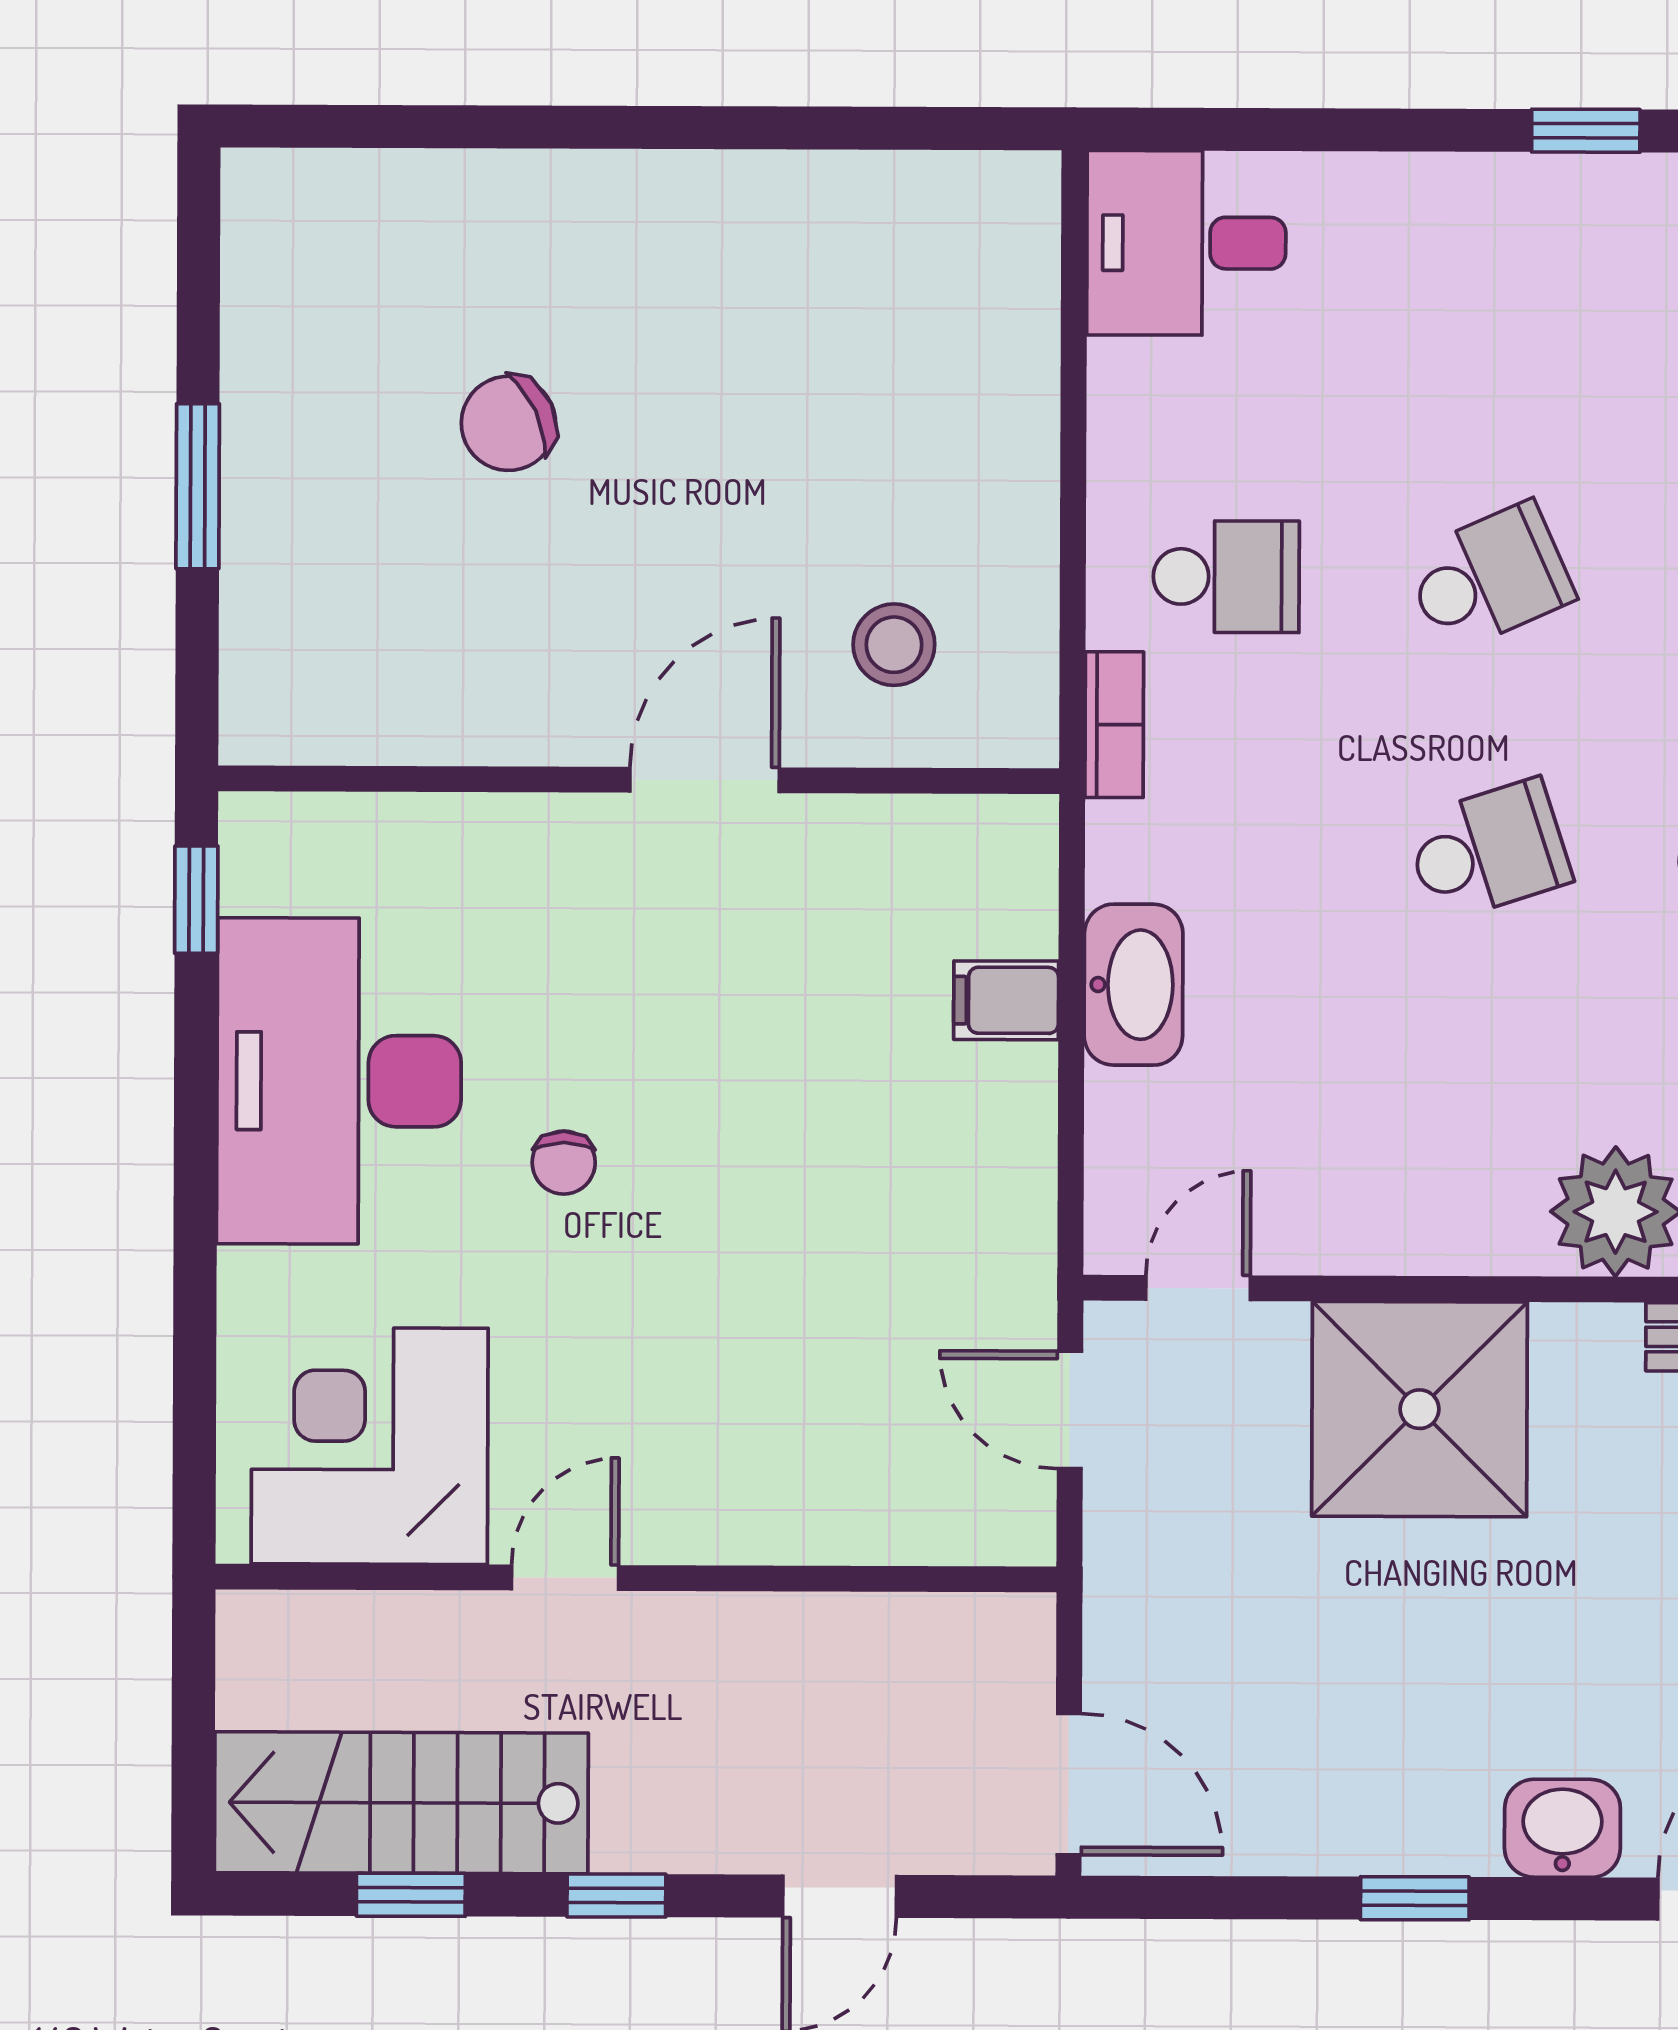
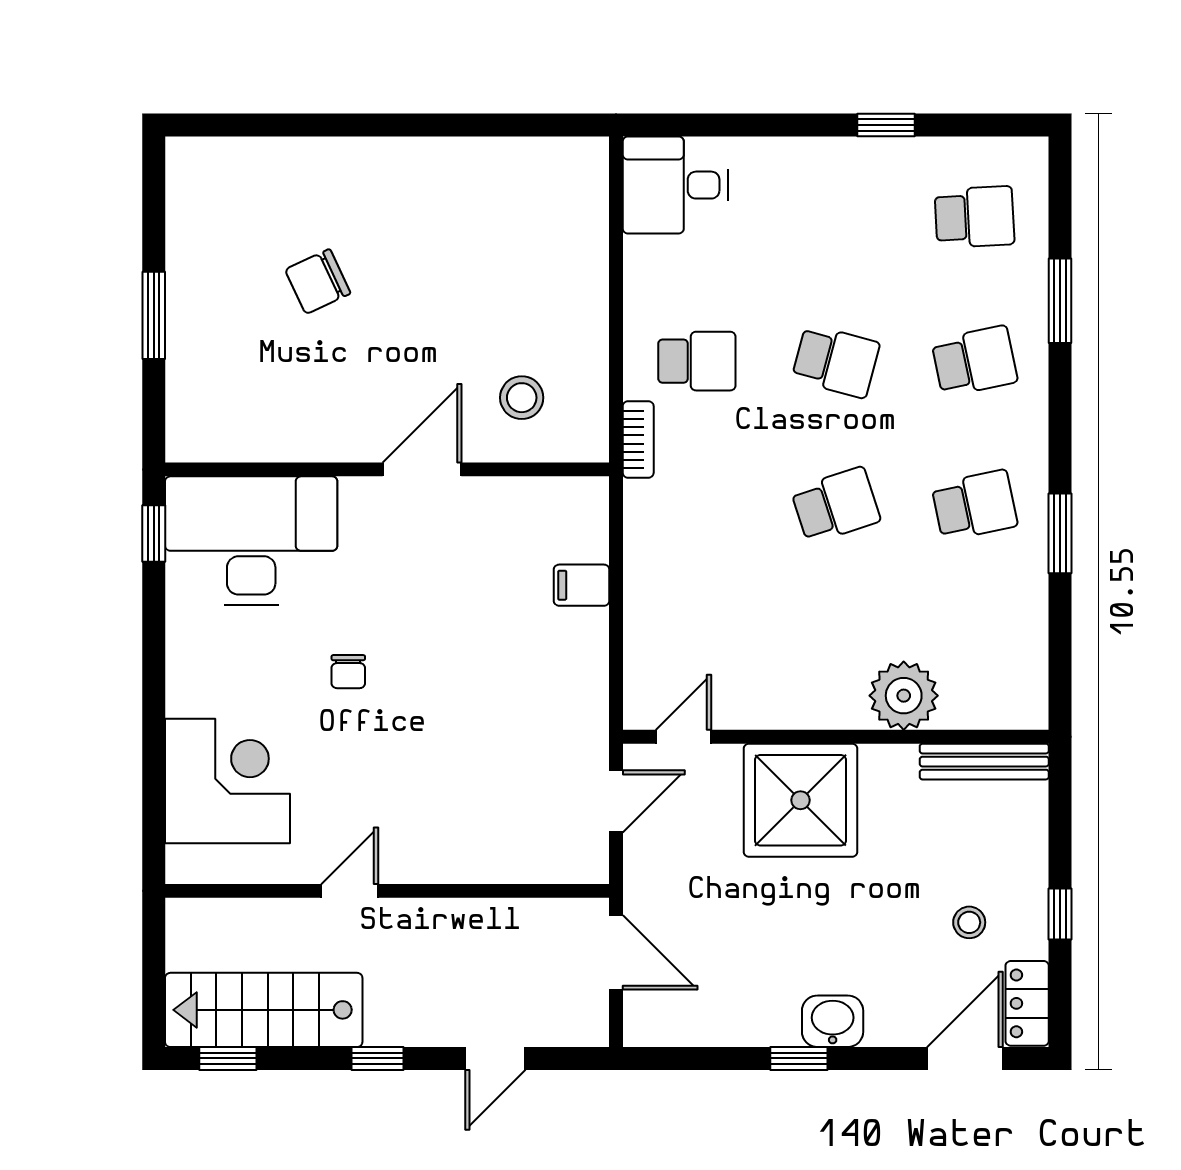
school desk: (1489, 578) -> (836, 361), turned 39
washbasin: (1134, 985) -> (649, 577), removed
desk: (339, 1081) -> (251, 541), moved, turned 90
door: (1070, 1410) -> (616, 801), swing flipped
corner desk: (370, 1446) -> (228, 781), moved, turned 90
door: (1069, 1784) -> (616, 952), moved
washbasin: (1562, 1828) -> (833, 1021), moved
window: (411, 1895) -> (228, 1058), moved

